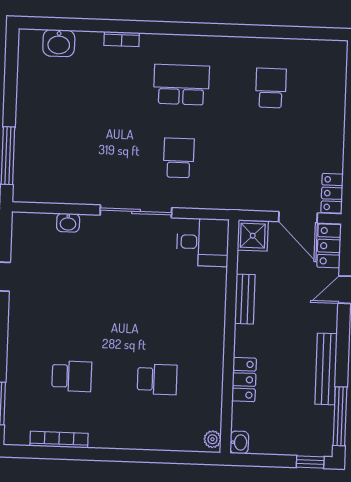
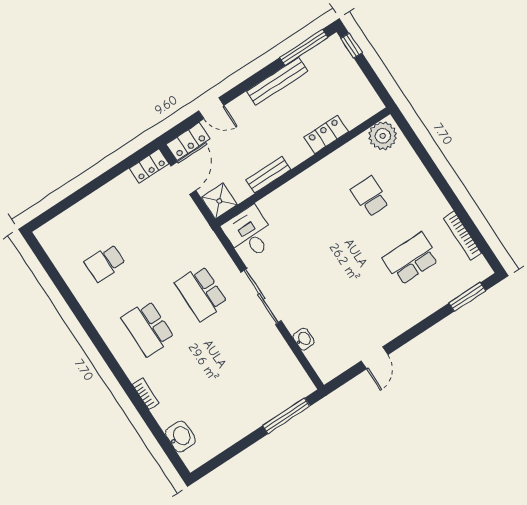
school desk: (179, 158) -> (201, 293), width x1.85
school desk: (72, 376) -> (411, 259), width x1.85
plant: (212, 439) -> (383, 136), width x1.88, depth x1.88
washbasin: (239, 442) -> (373, 106), removed

